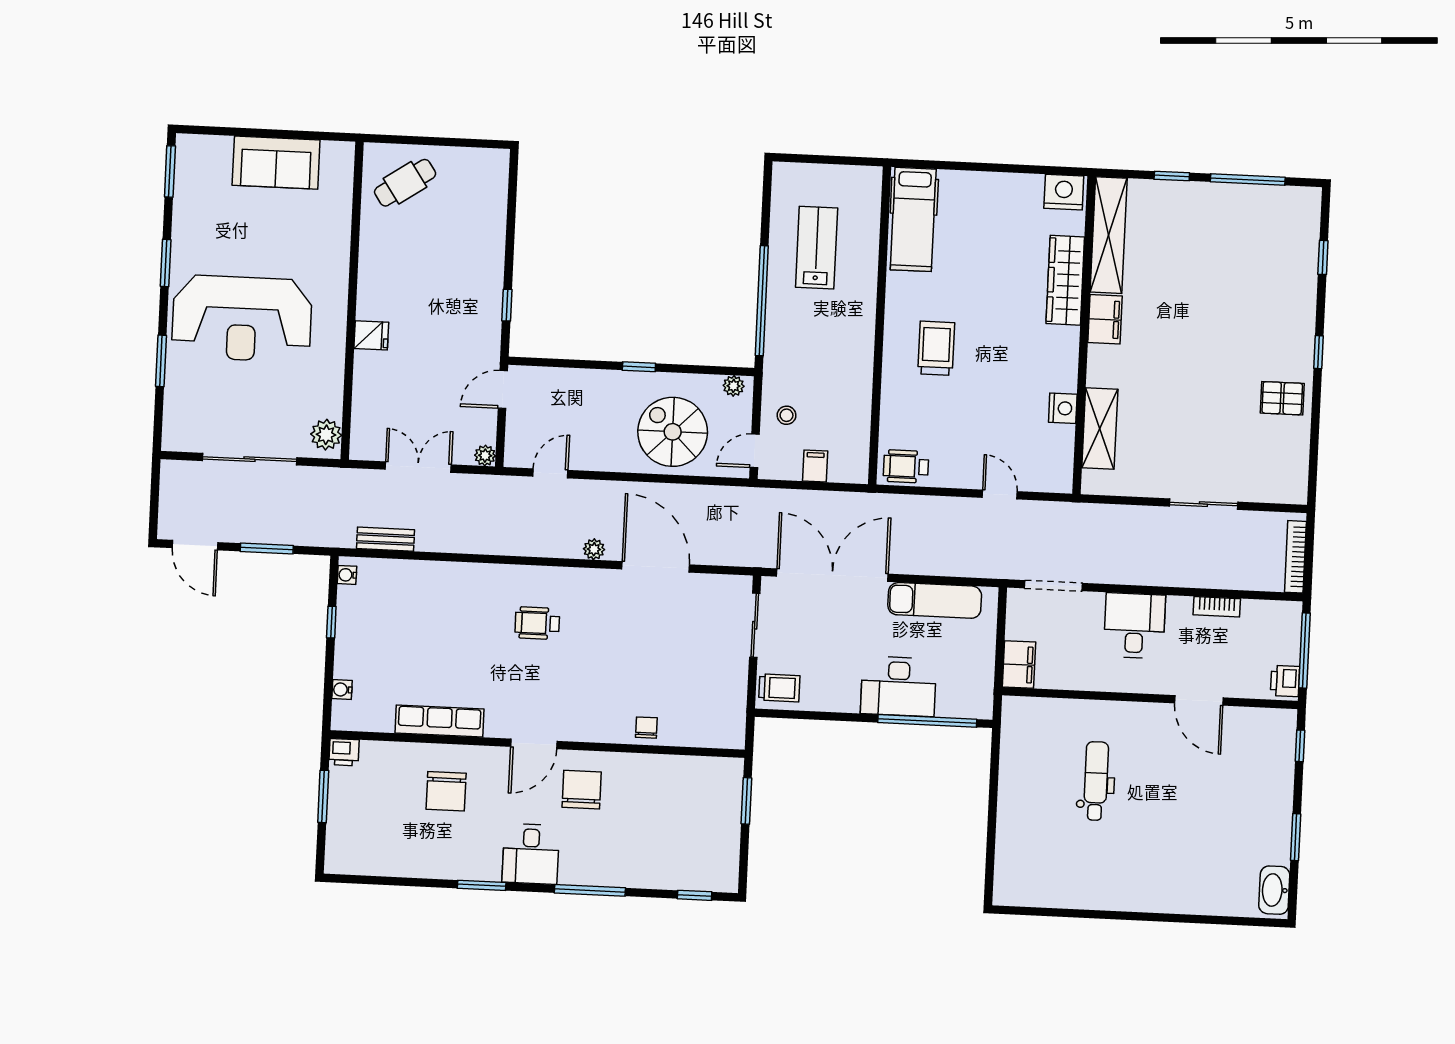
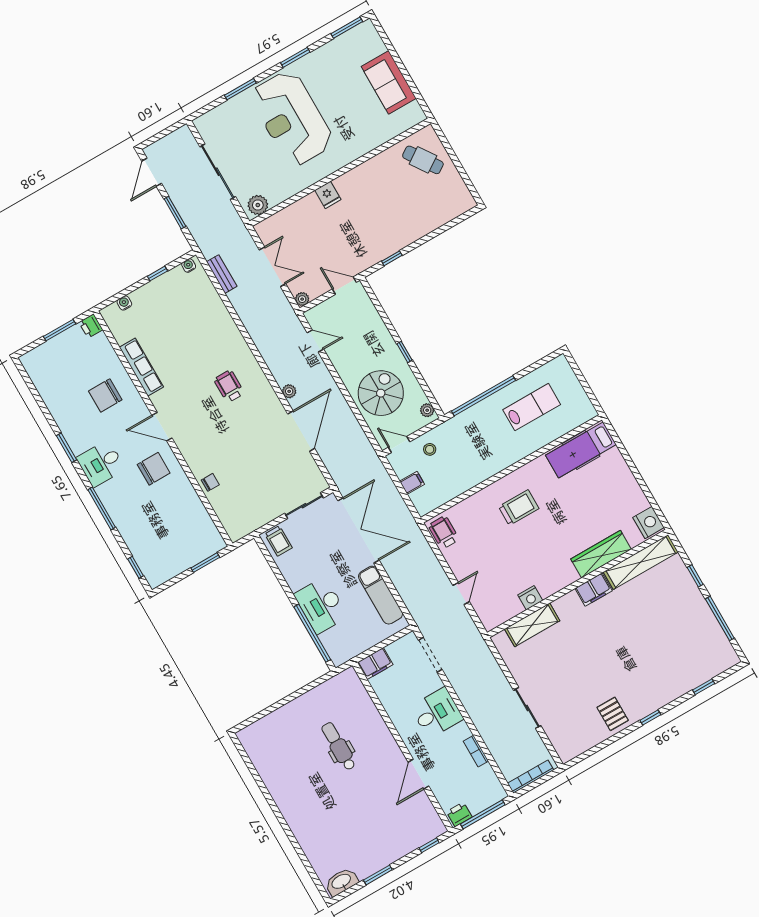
dental chair: (1096, 781) -> (339, 746), turned -90

